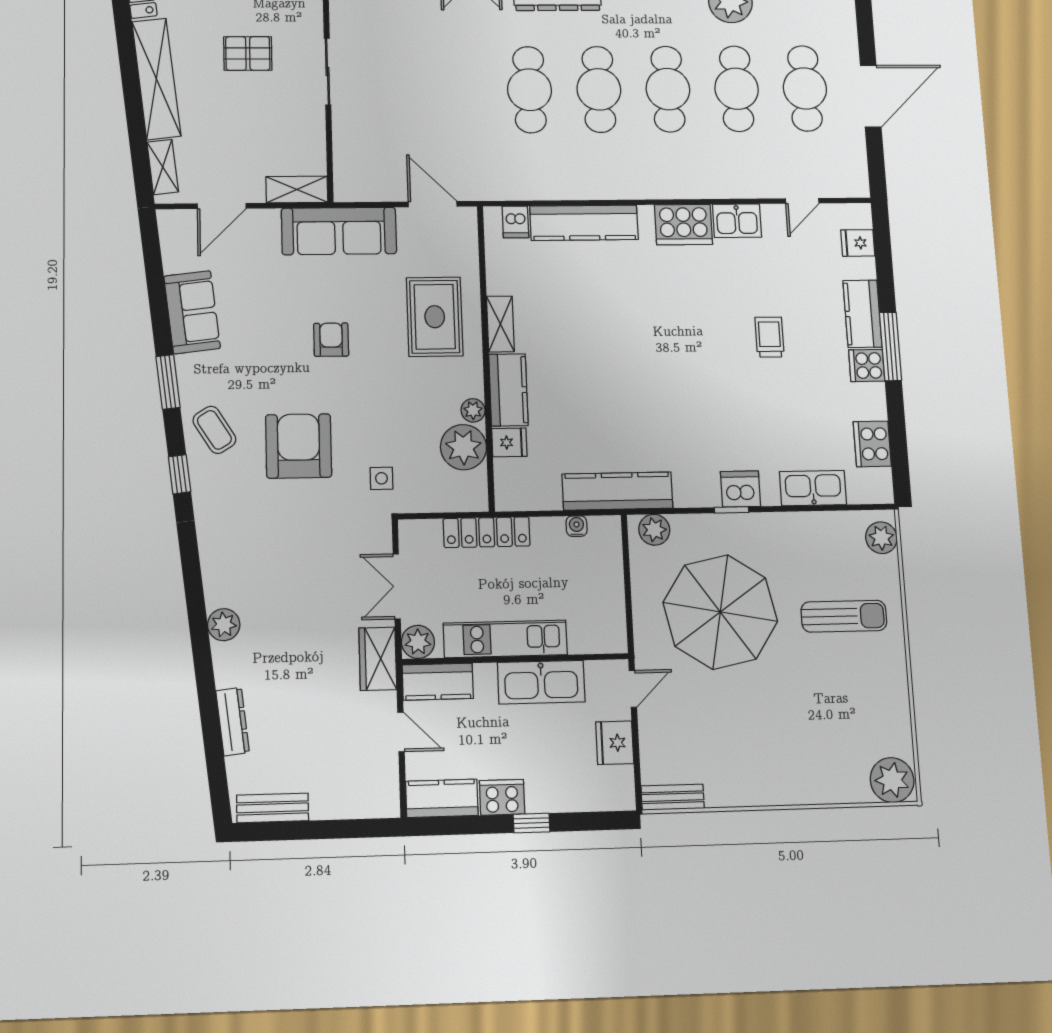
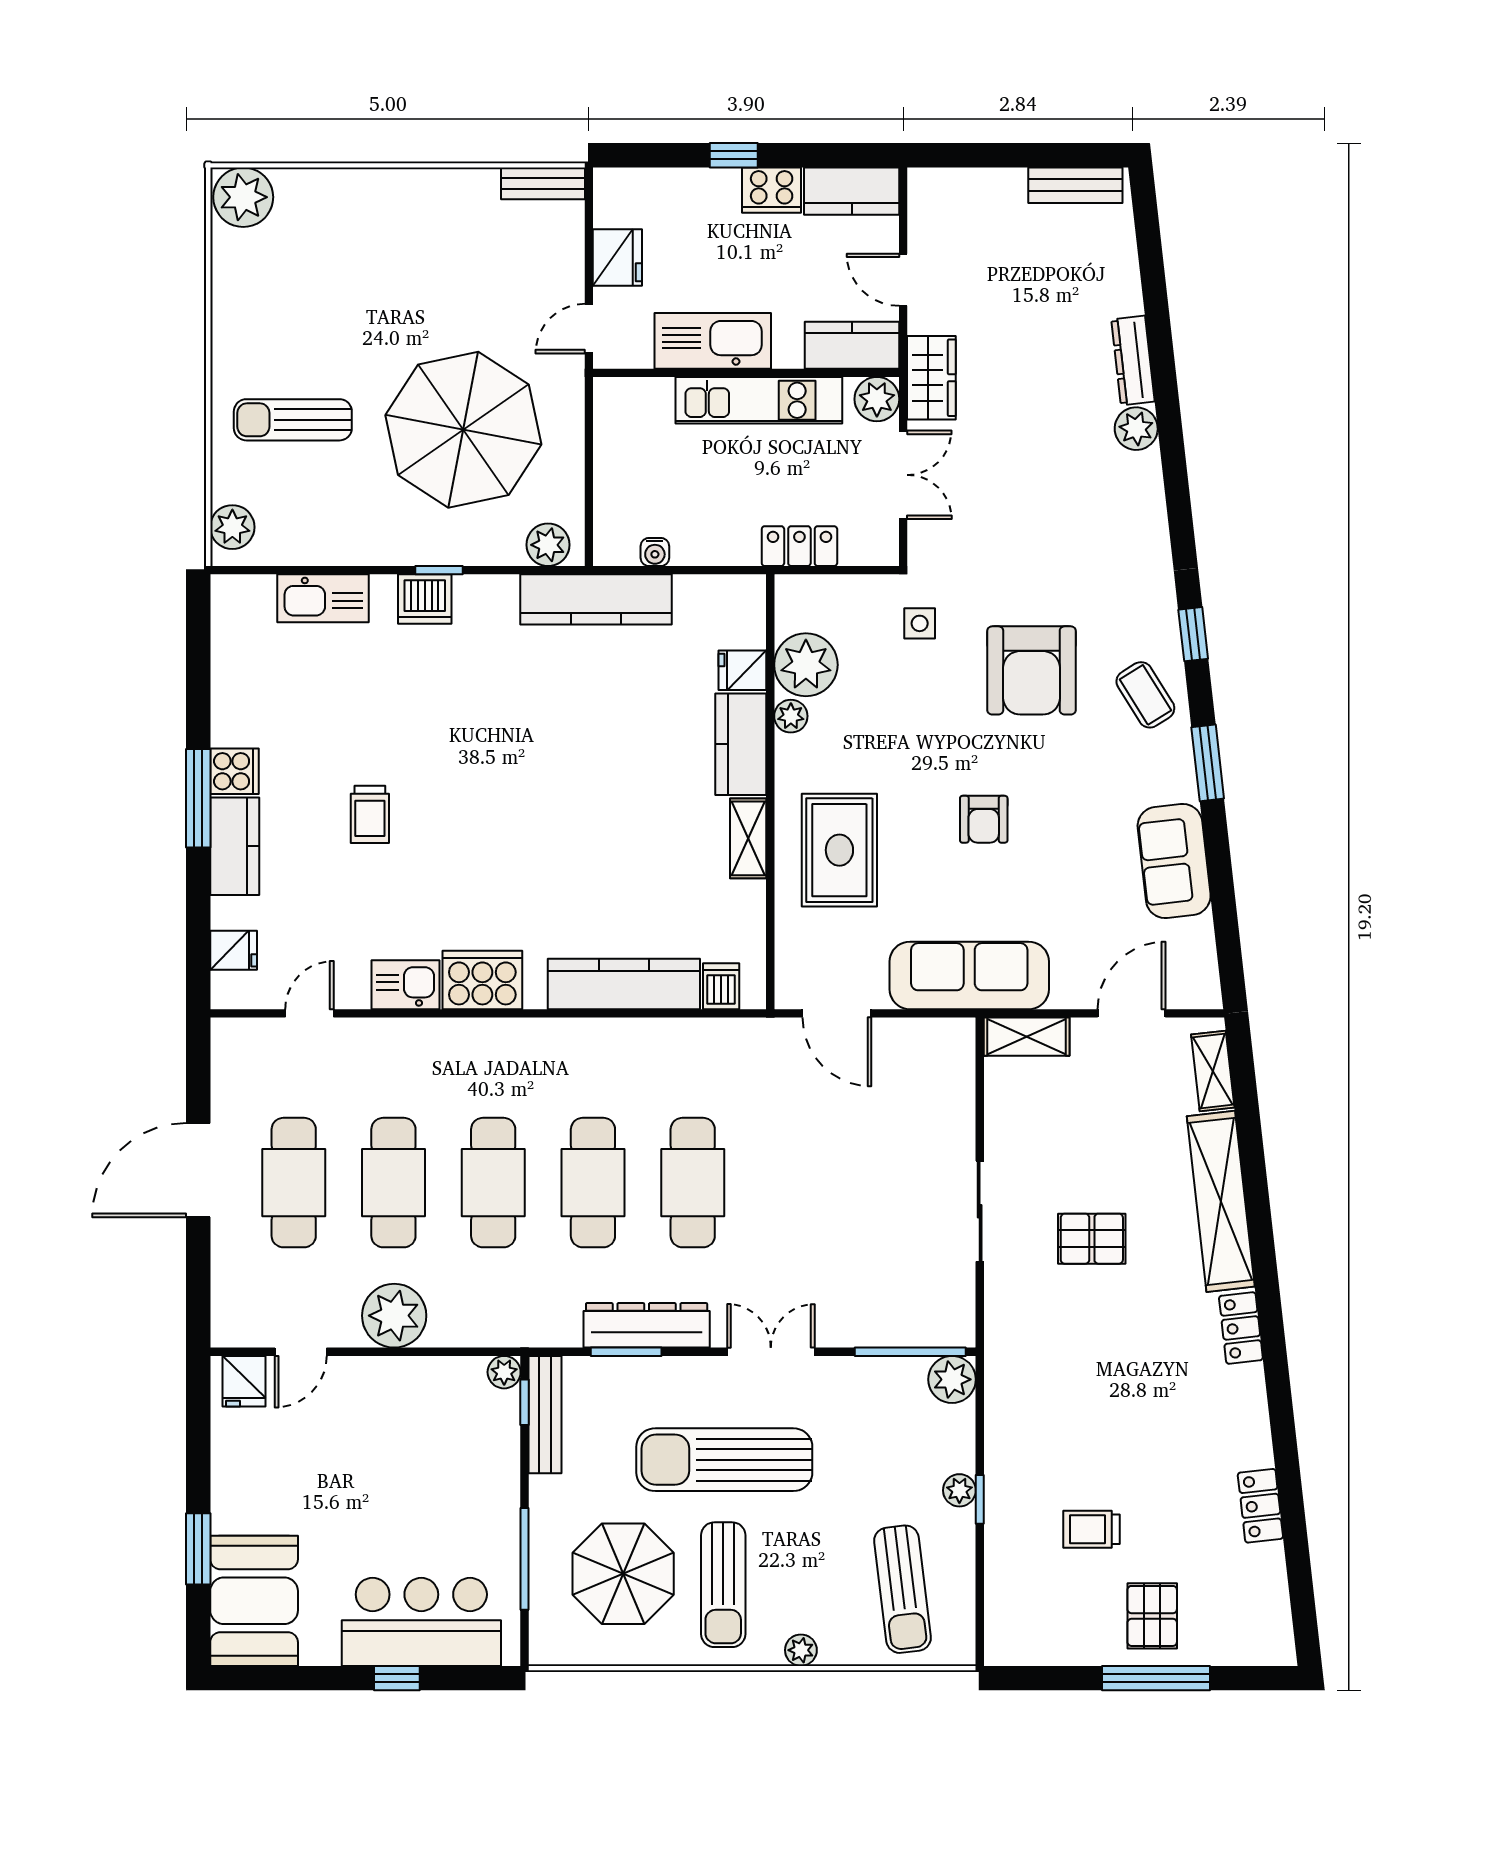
cooker: (872, 444) -> (235, 659), removed
locker: (487, 532) -> (799, 546), width x0.66
dresser: (233, 722) -> (1133, 360), moved

